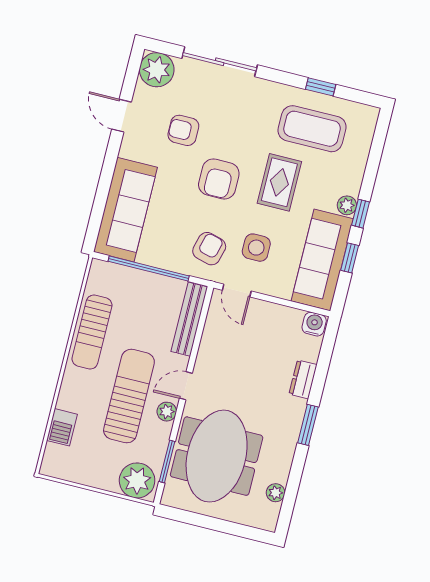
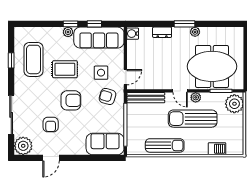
sofa: (125, 210) -> (105, 144), width x0.73
plant: (276, 493) -> (195, 32), moved

